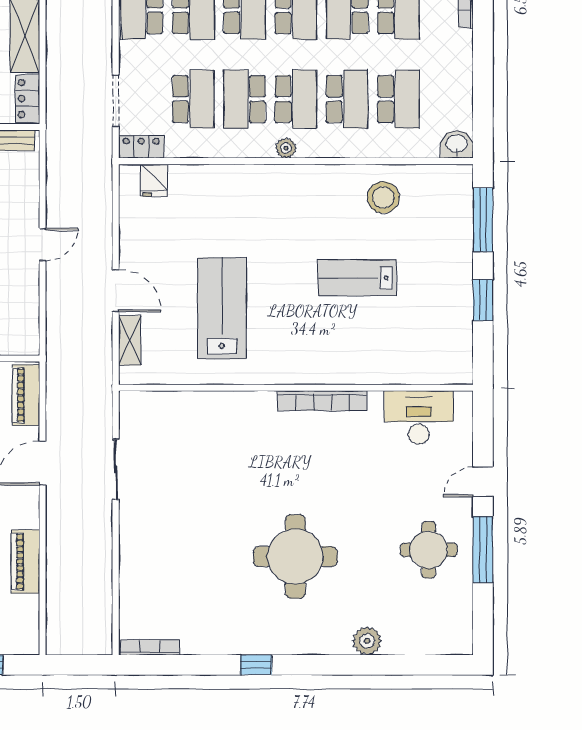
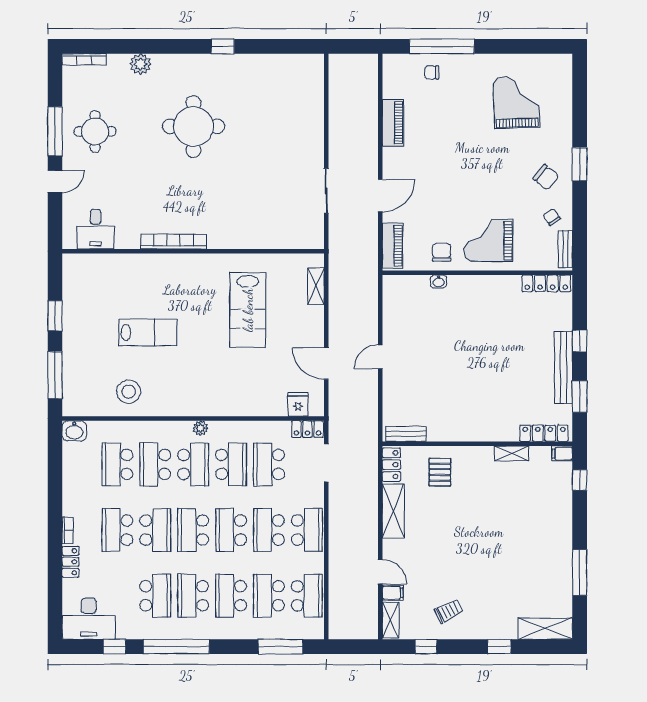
school desk: (296, 99) -> (193, 464), turned 180
door: (116, 291) -> (326, 364), moved
desk: (419, 418) -> (96, 229), width x0.73
bookcase: (150, 648) -> (84, 59), moved

